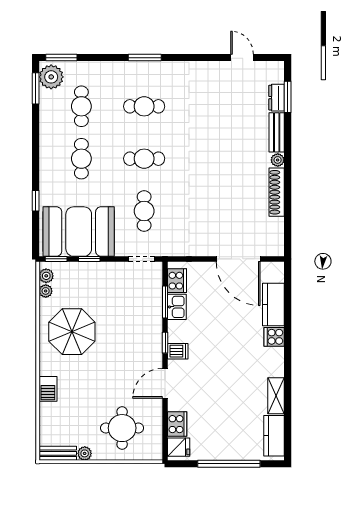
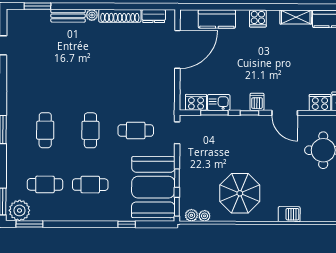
dresser: (277, 98) -> (154, 16), moved
cooker: (274, 337) -> (258, 18), moved

